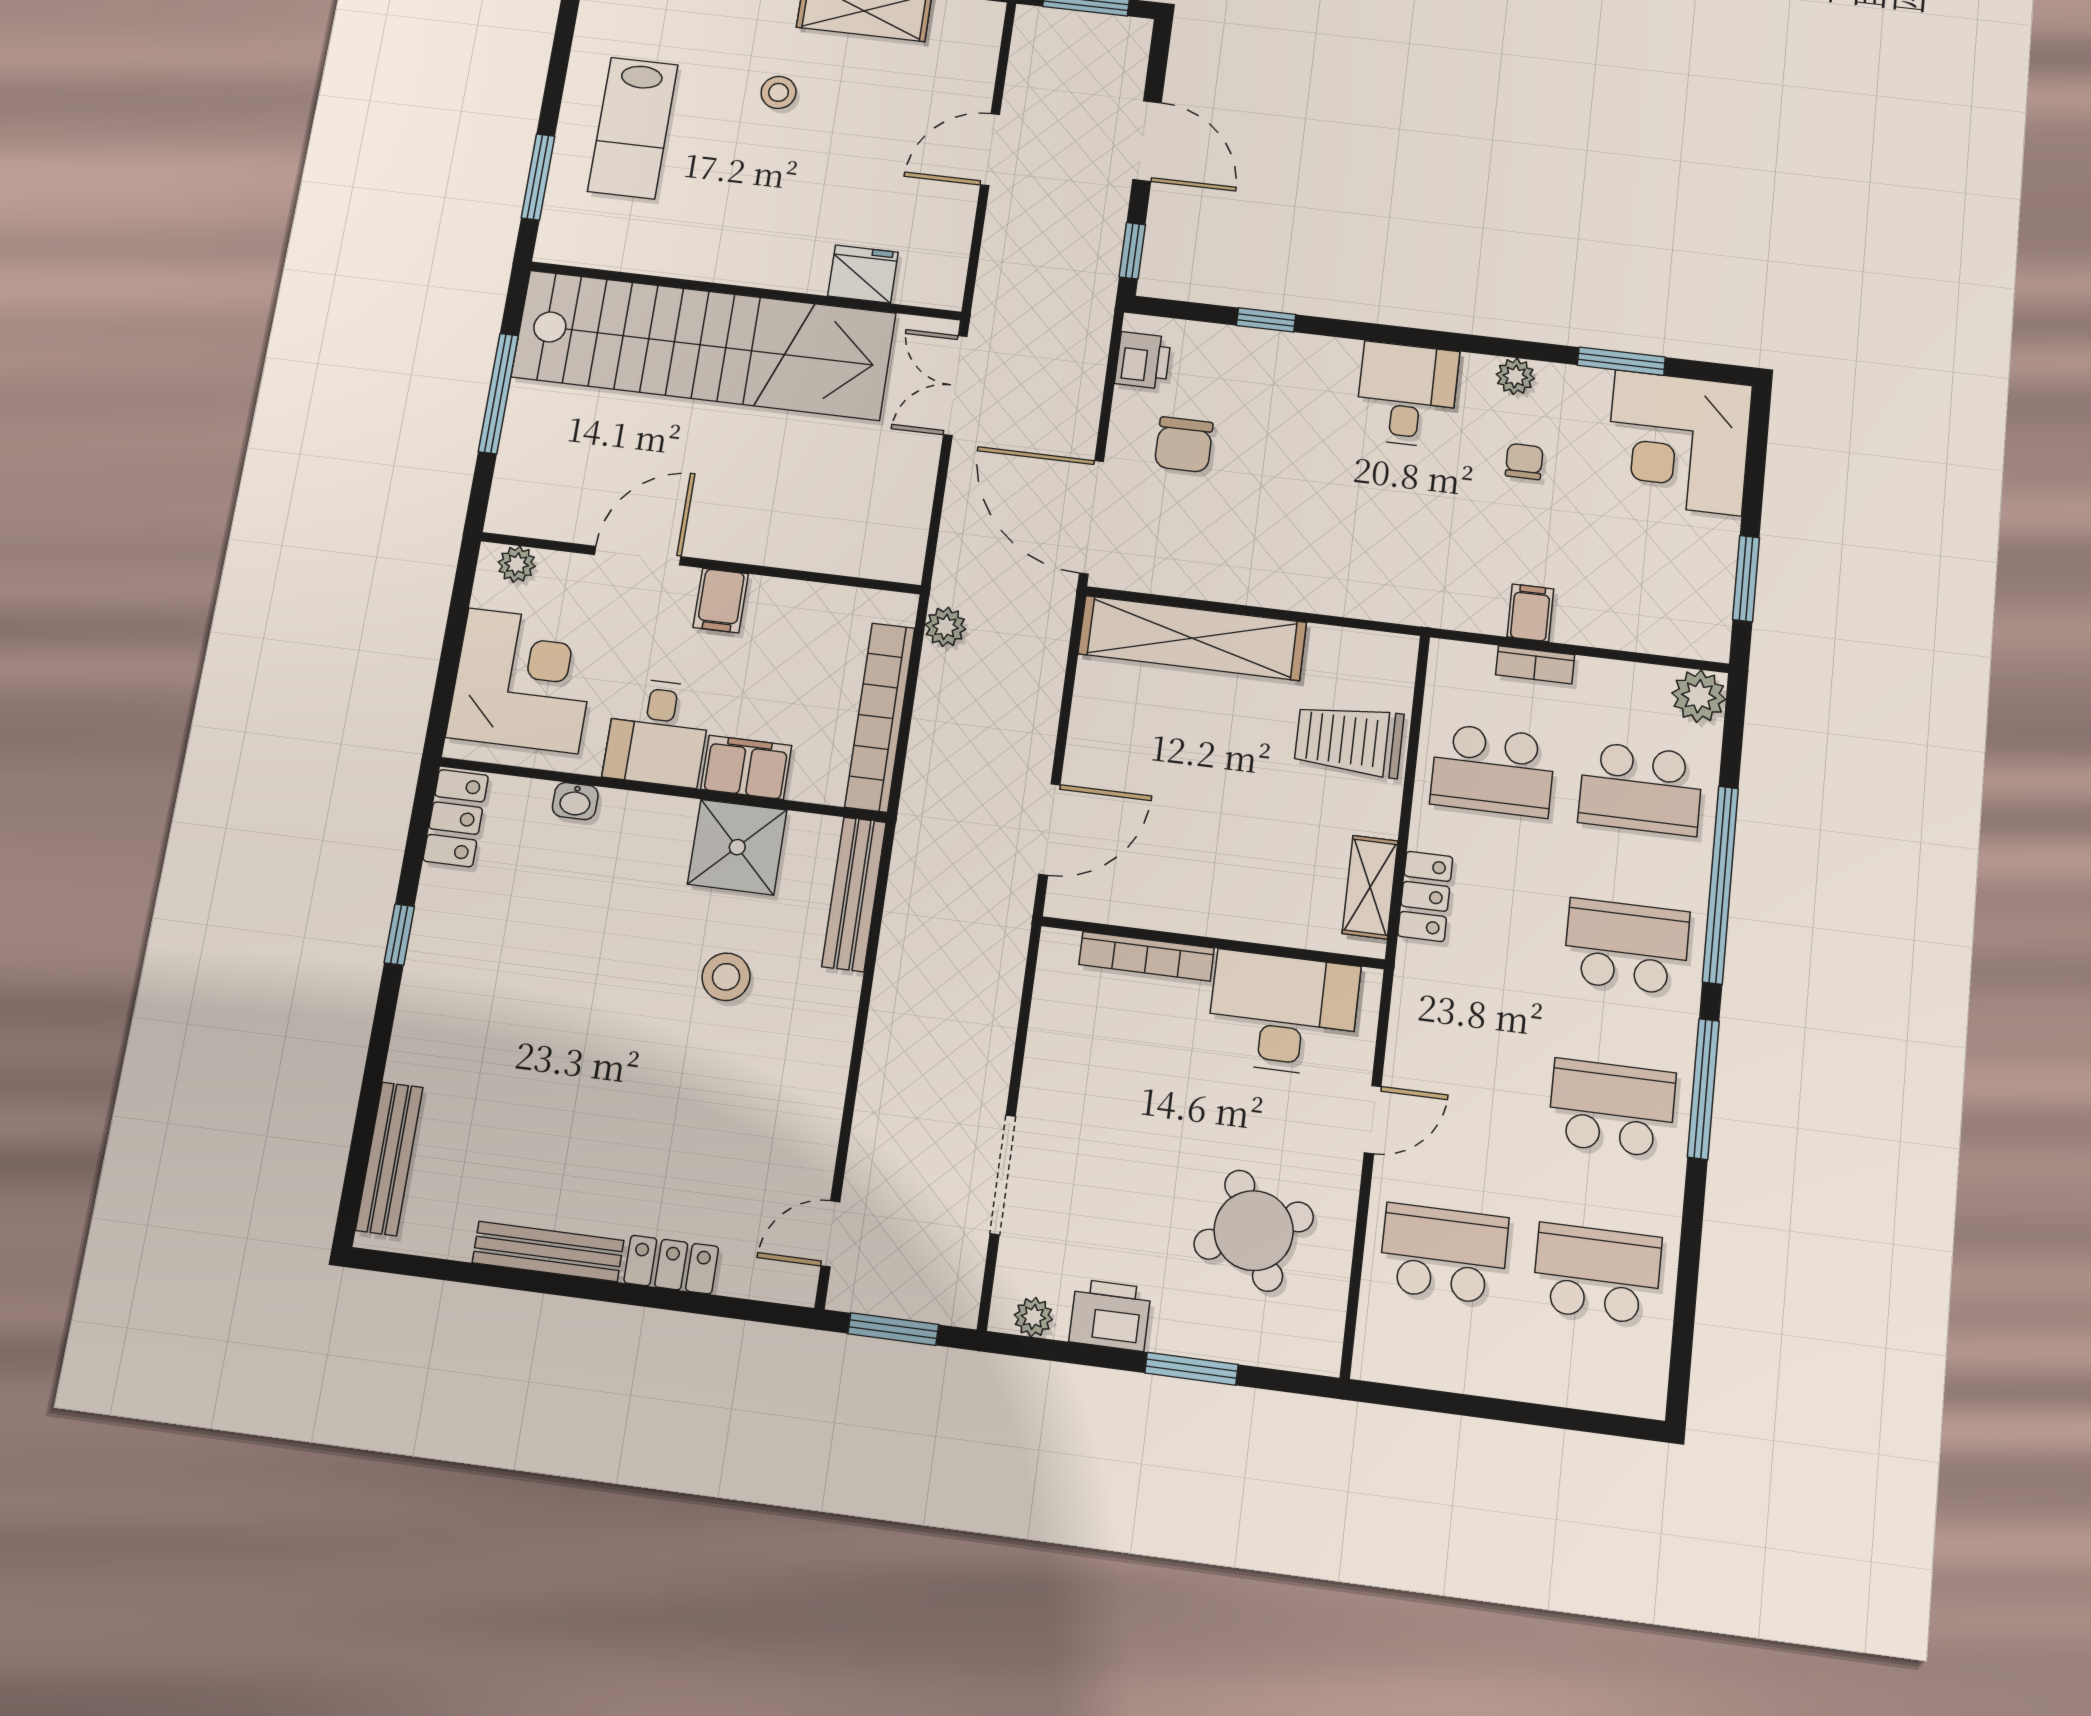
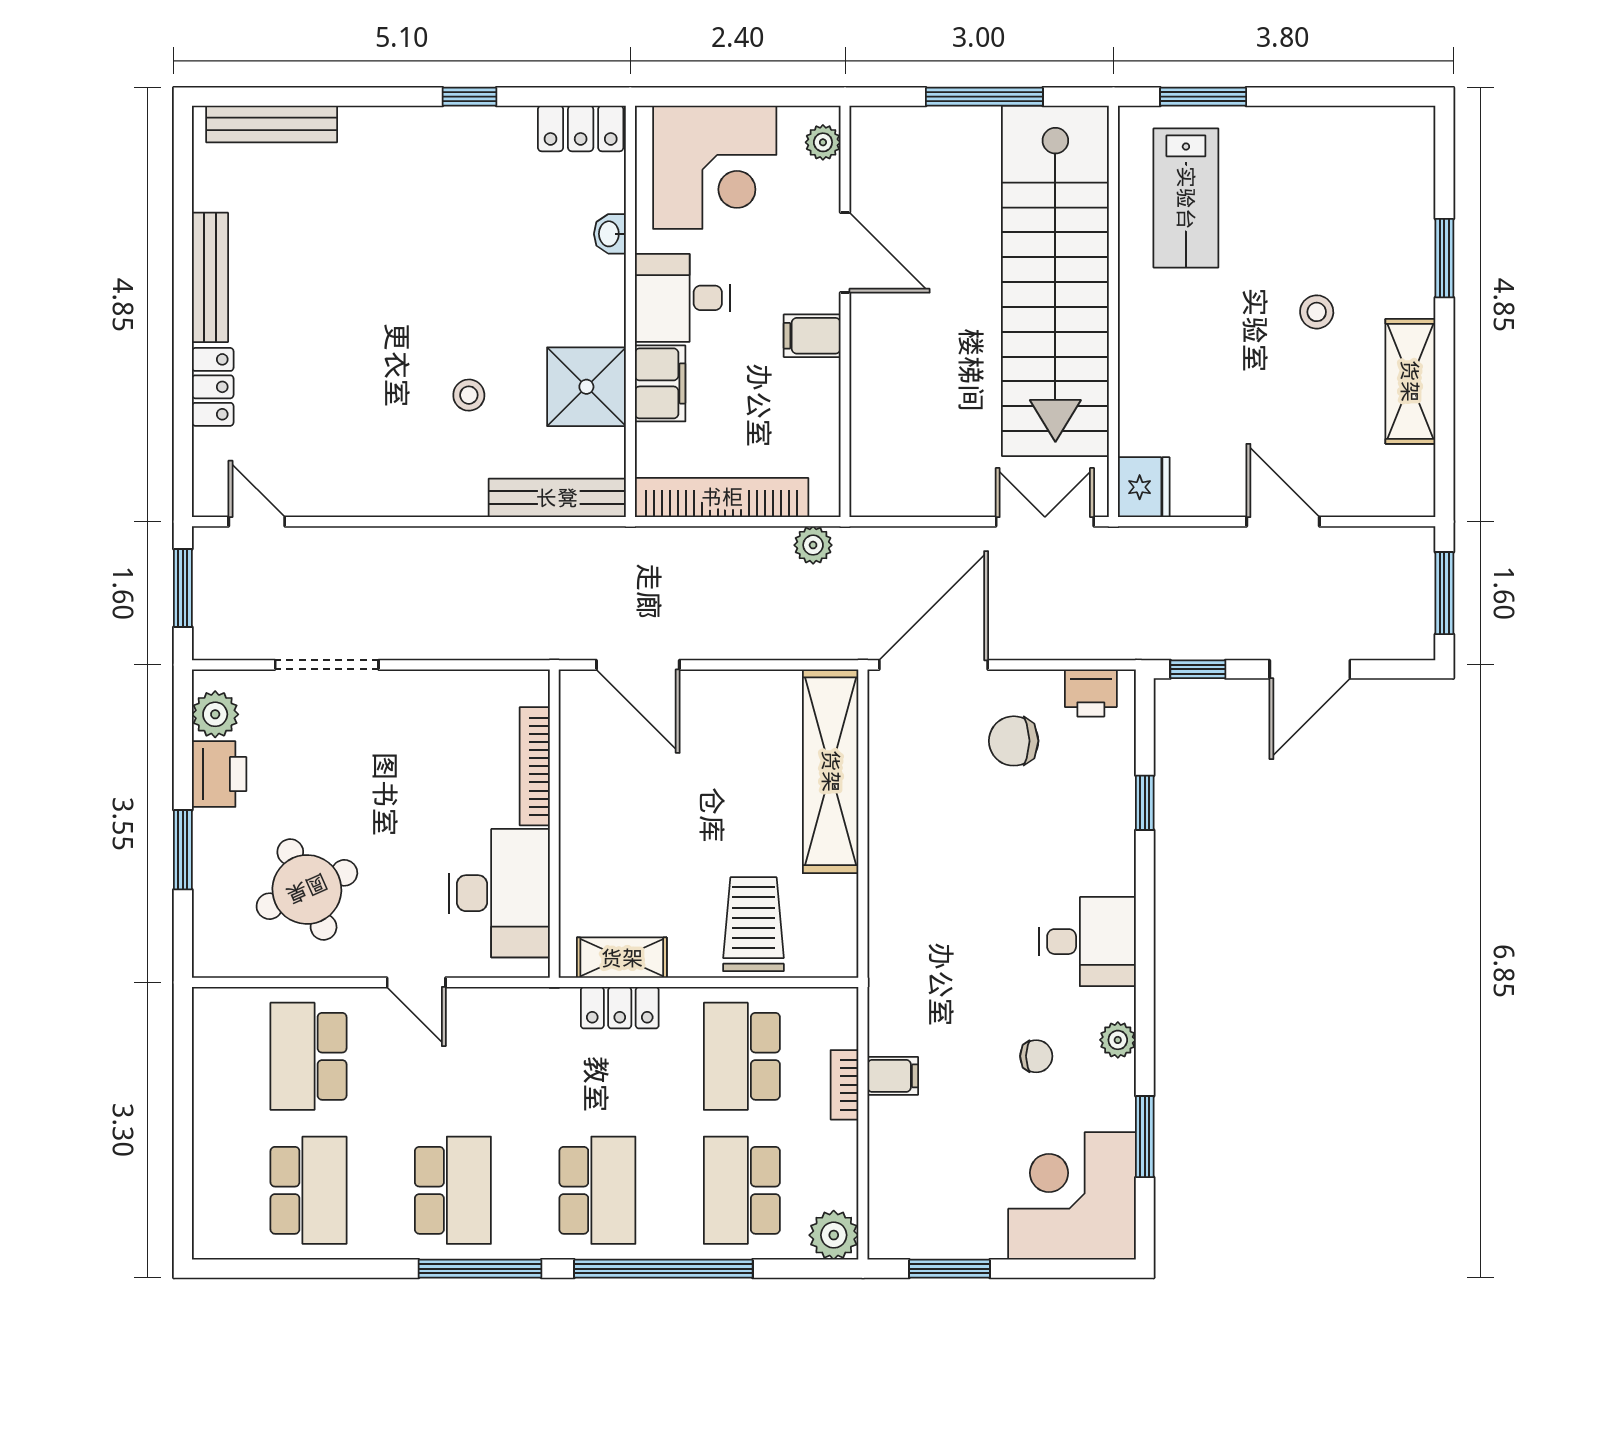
lab bench: (633, 128) -> (1186, 198), moved, turned -90
fridge: (863, 274) -> (1144, 487), moved
stool: (726, 977) -> (469, 395), width x0.73, depth x0.73
school desk: (1444, 1254) -> (309, 1056), turned 180
plant: (1033, 1317) -> (215, 714), width x1.38, depth x1.38

